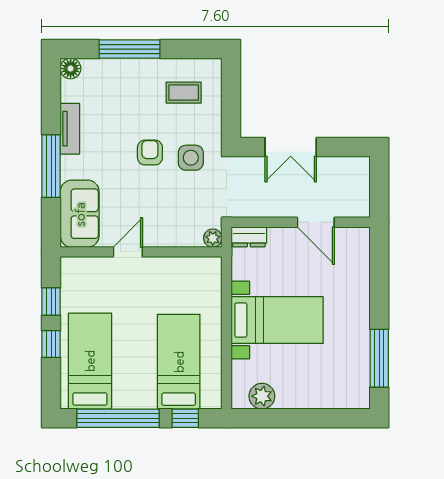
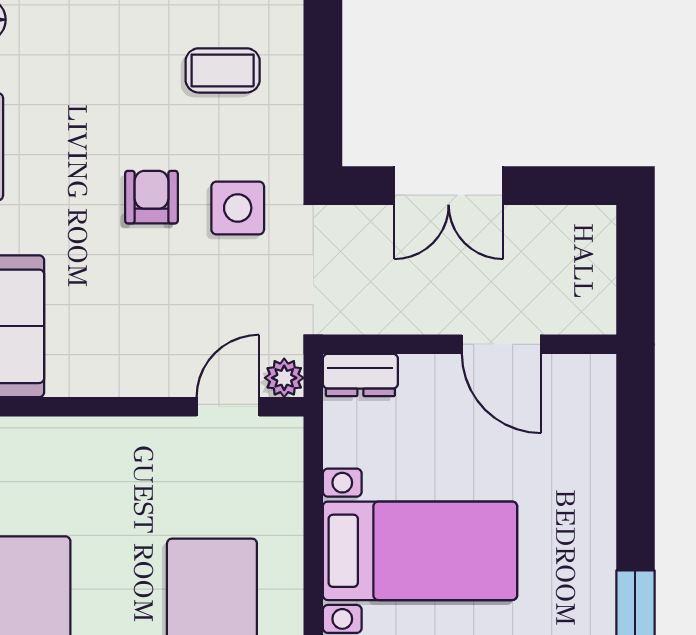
door: (128, 252) -> (228, 407), moved

